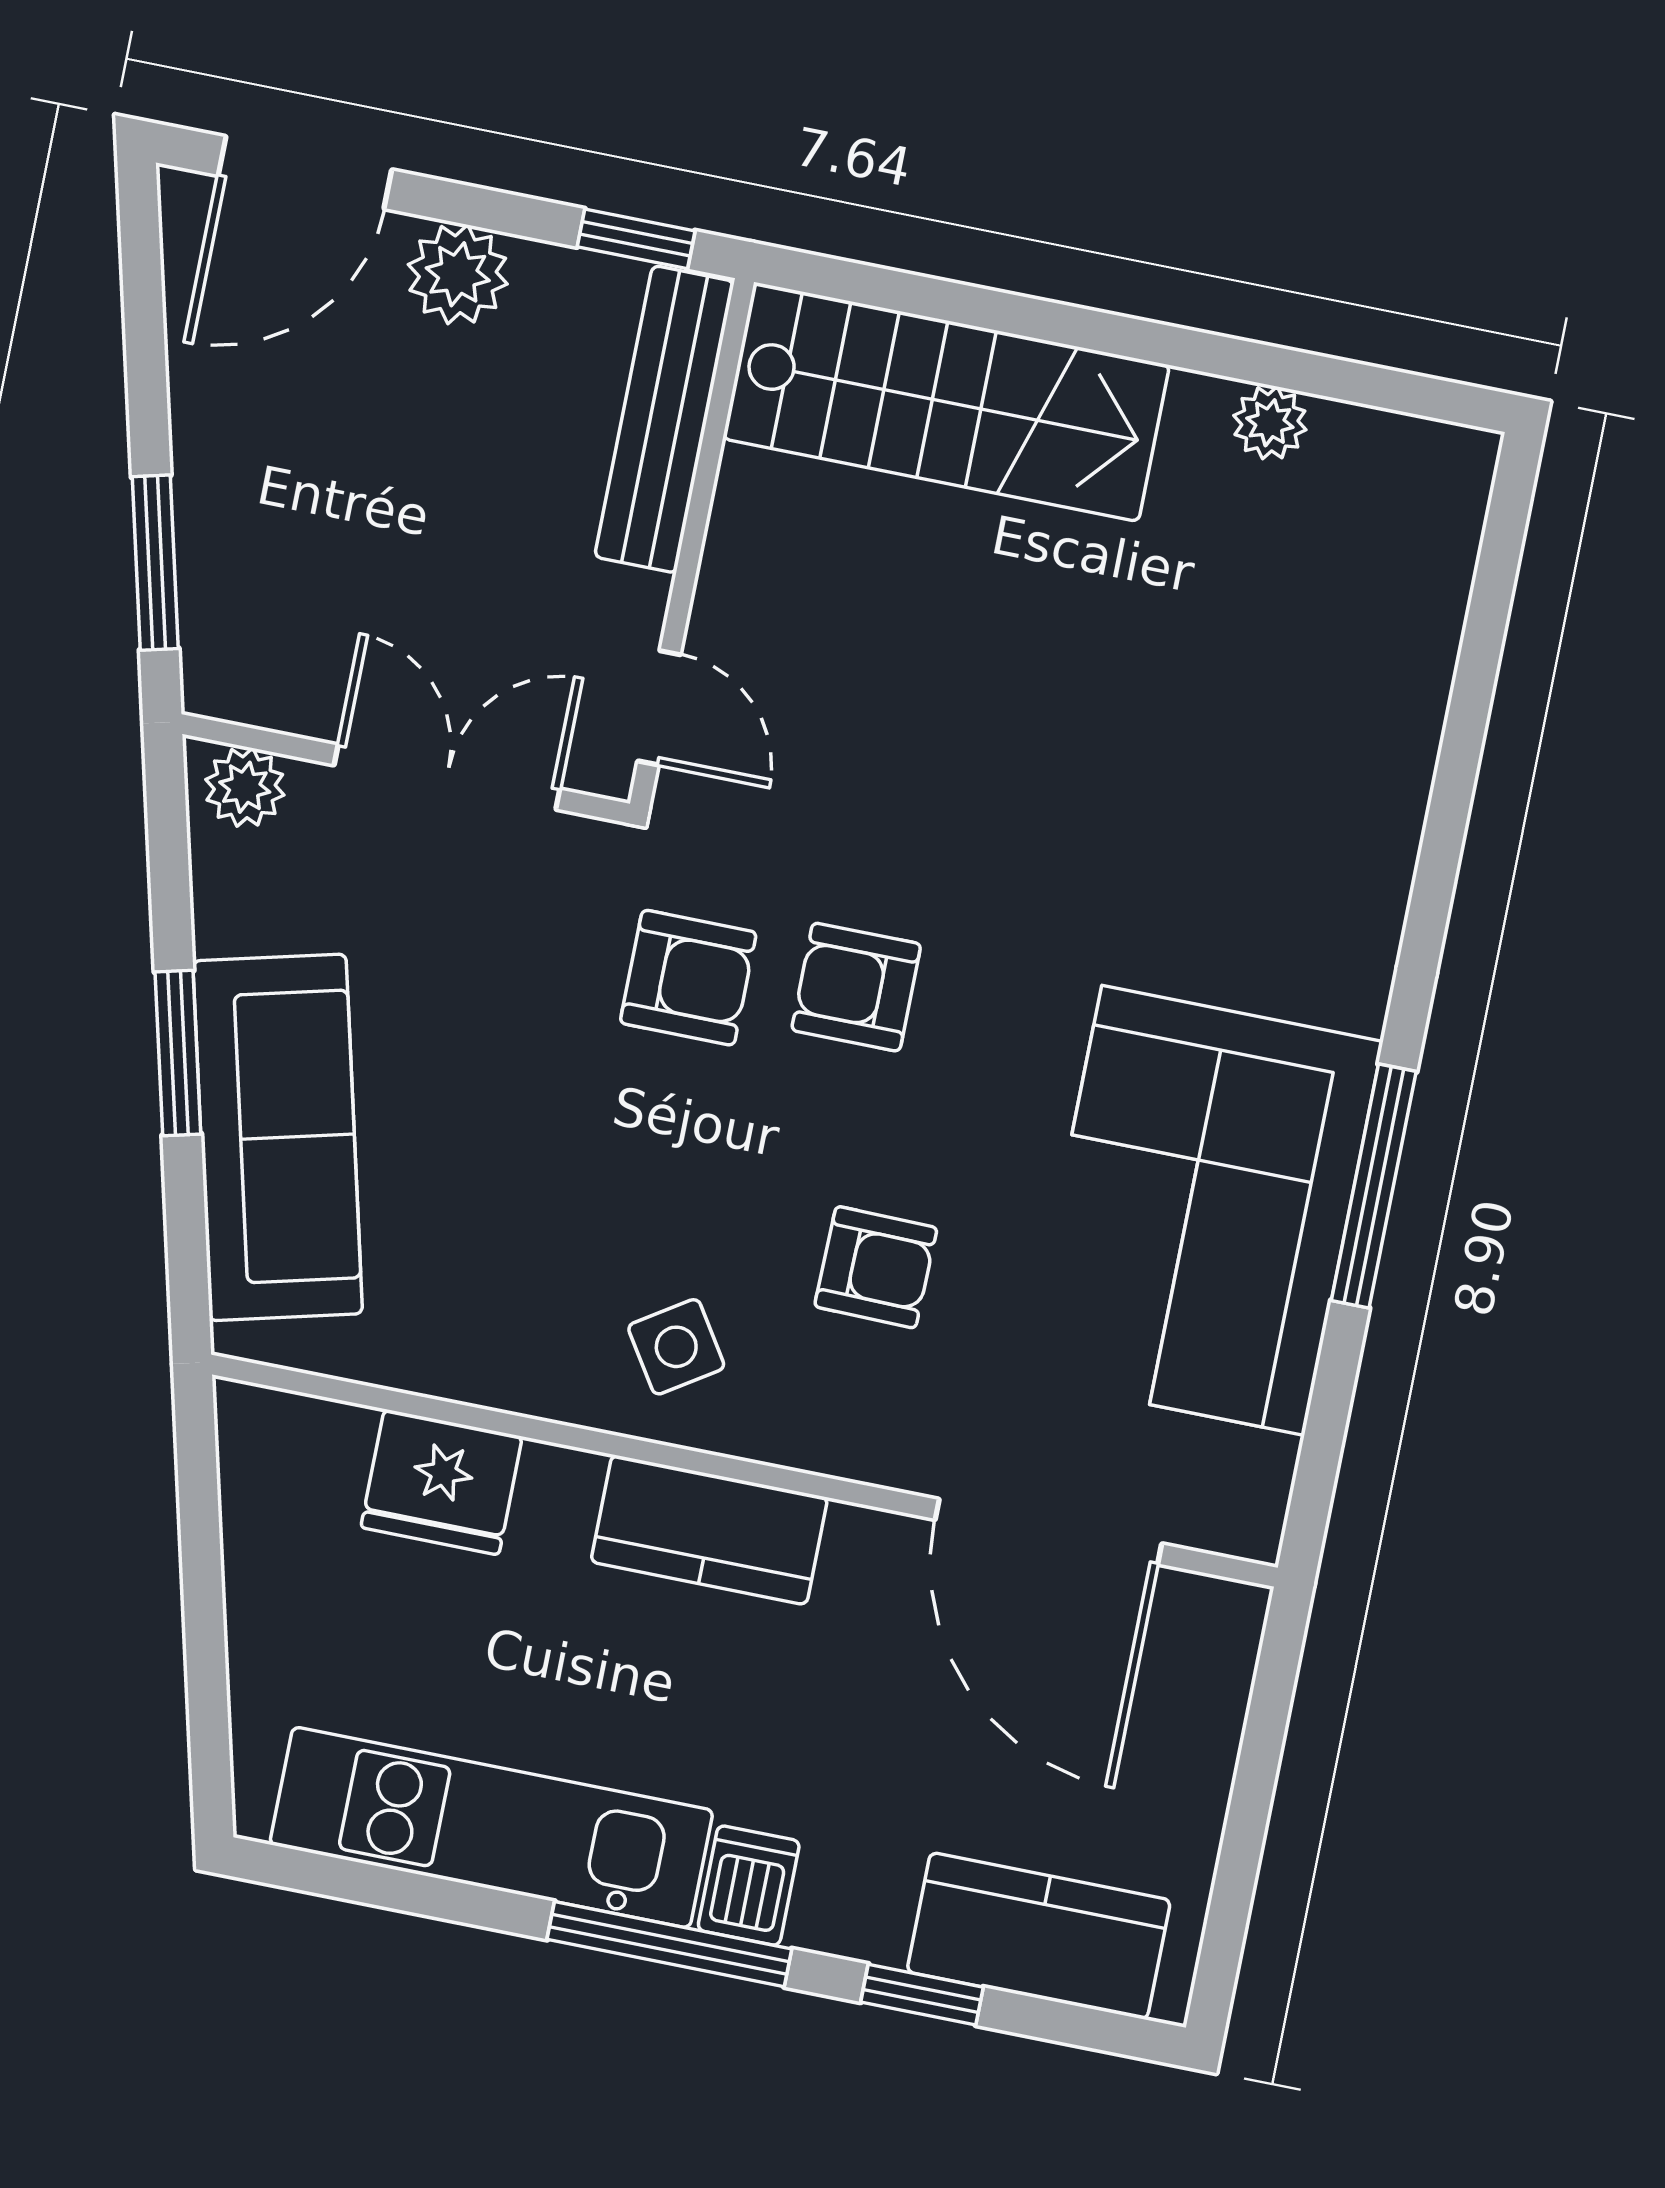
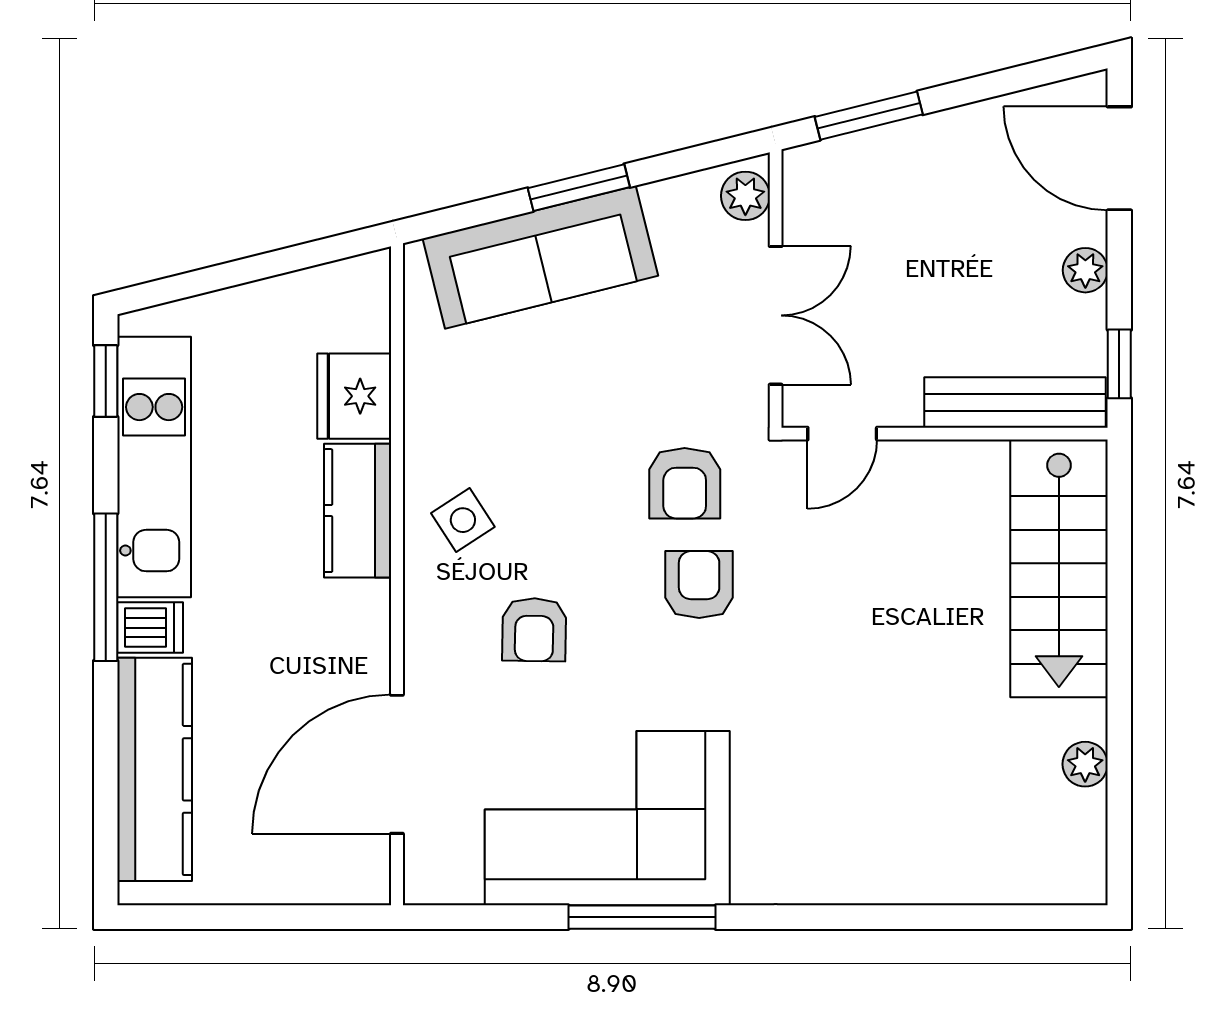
plant: (458, 274) -> (1085, 270), width x0.73, depth x0.73
kitchen counter: (709, 1530) -> (358, 511), moved
kitchen counter: (1039, 1936) -> (155, 769), width x1.50
window: (922, 1995) -> (106, 381), moved

